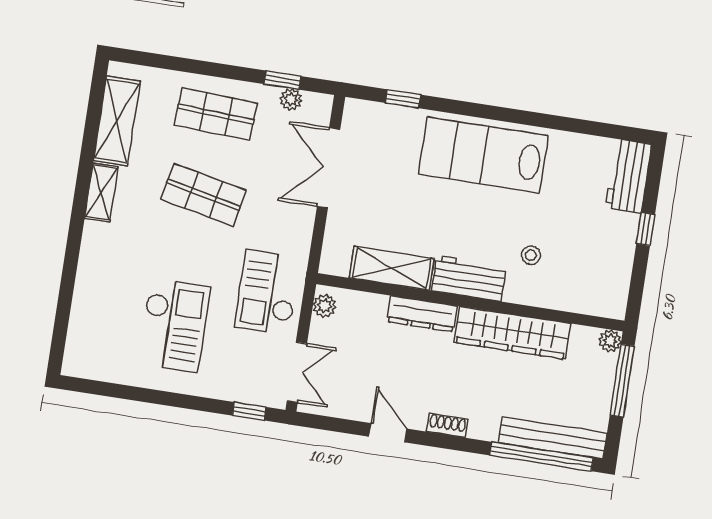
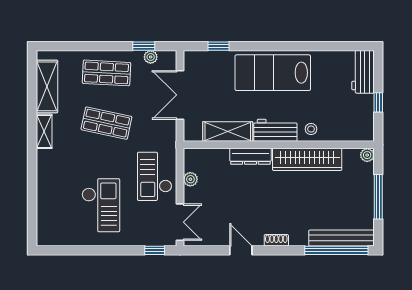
shelving: (392, 268) -> (228, 131), moved
workbench: (469, 278) -> (275, 130), moved
wall: (470, 302) -> (279, 145), moved
dresser: (422, 314) -> (250, 156), moved
wardrobe: (512, 333) -> (307, 159), moved
plant: (610, 341) -> (367, 155), moved

